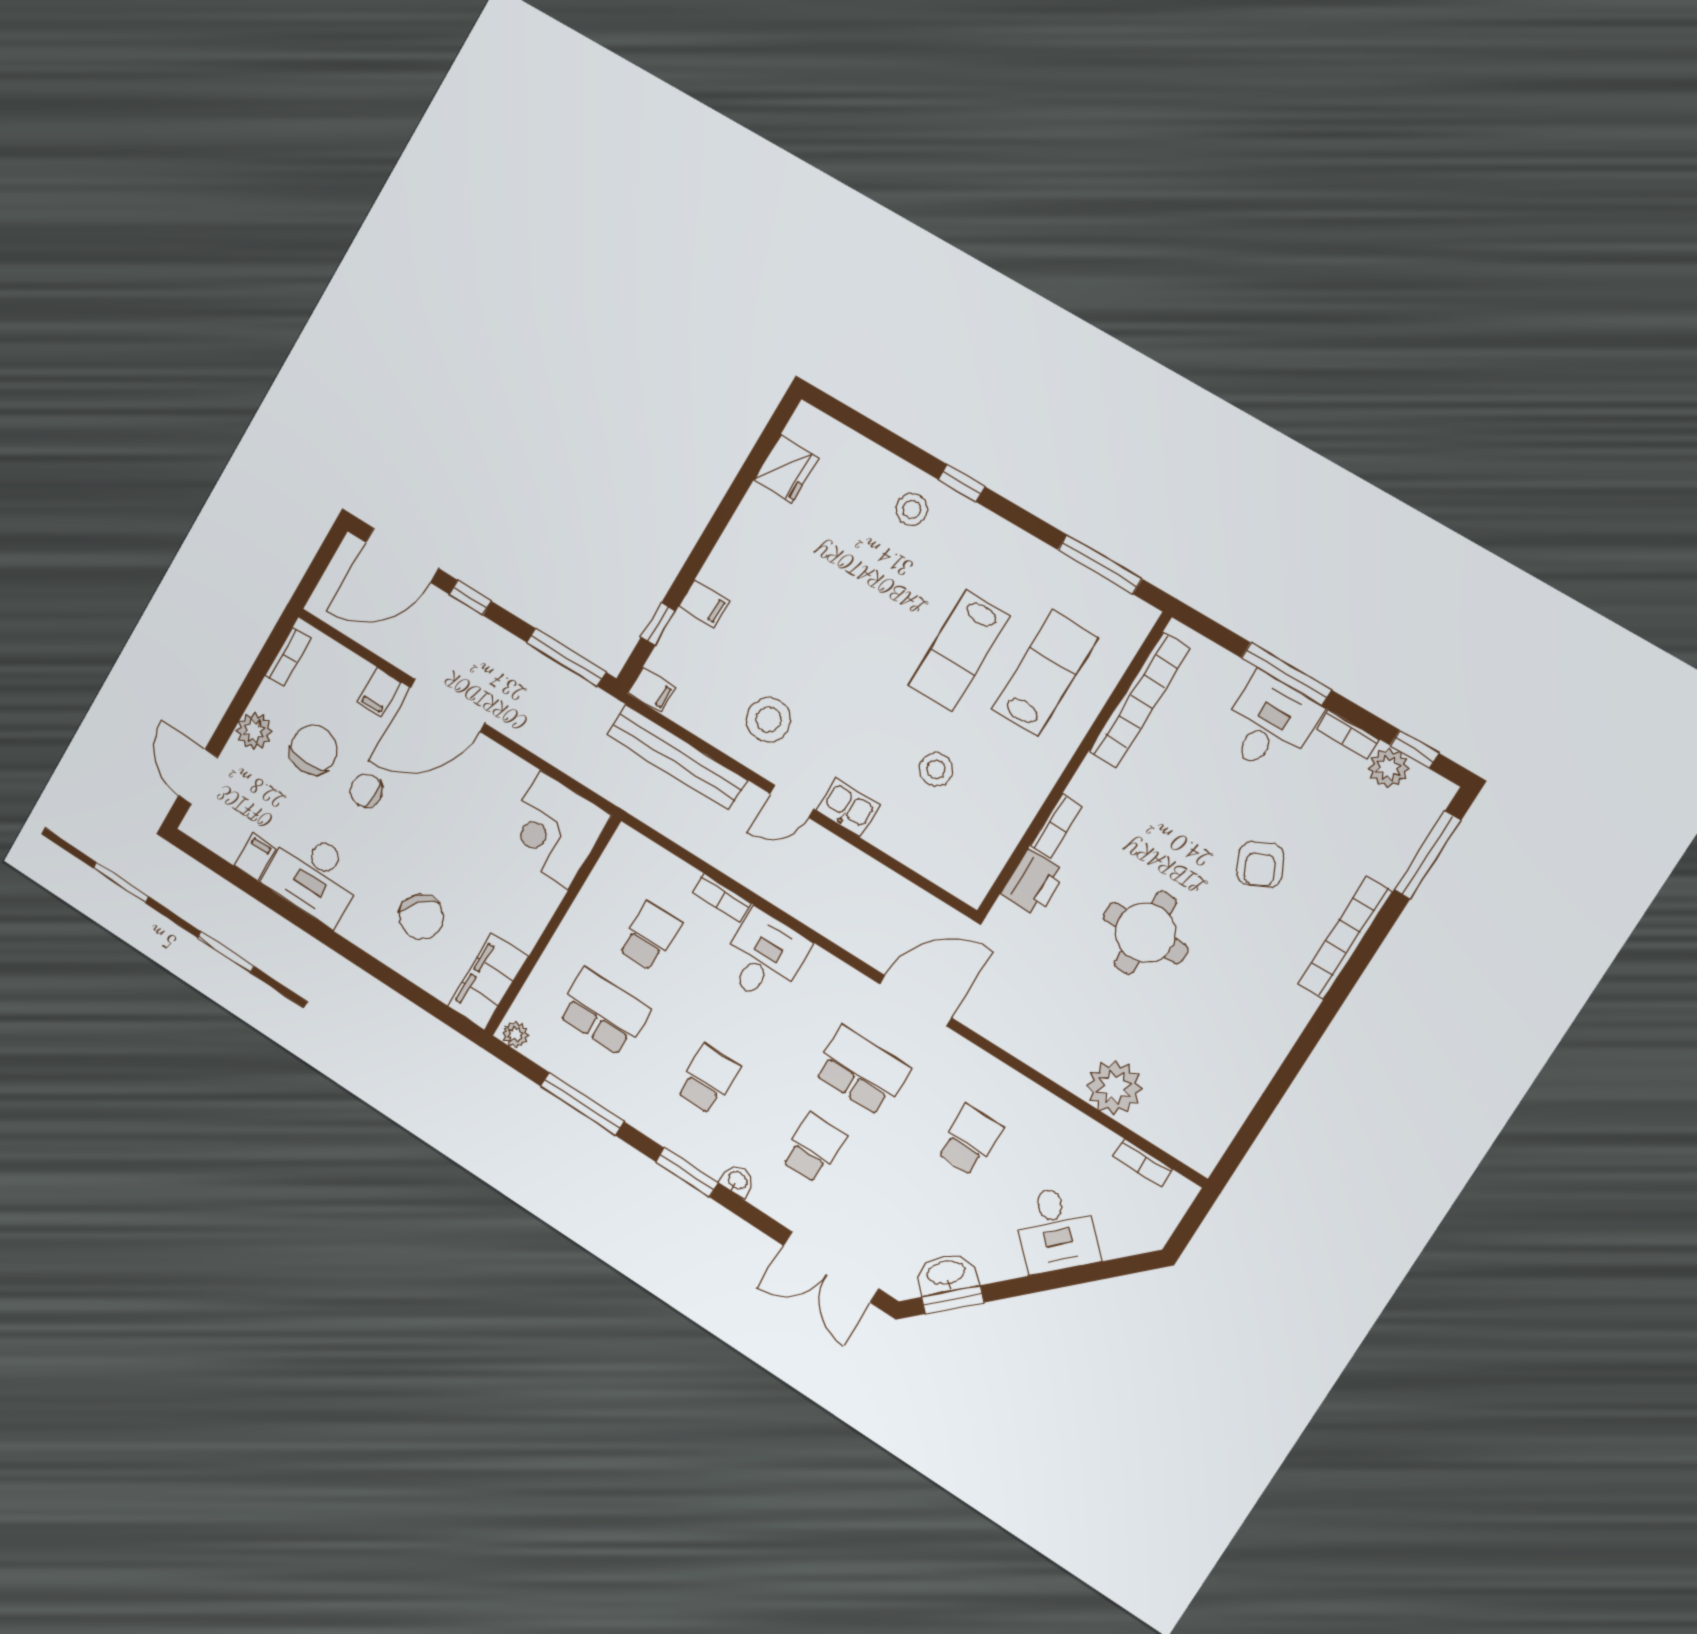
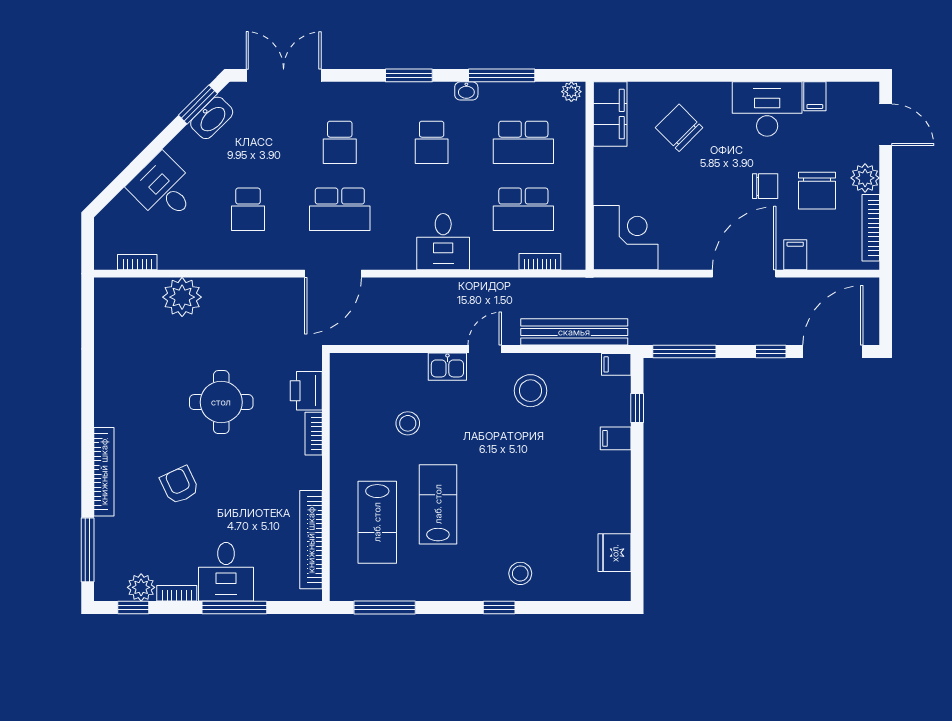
bookcase: (288, 657) -> (871, 228), width x1.56
bookcase: (722, 898) -> (540, 262), moved
school desk: (650, 936) -> (523, 209), width x1.85
washbasin: (737, 1181) -> (466, 91), moved

